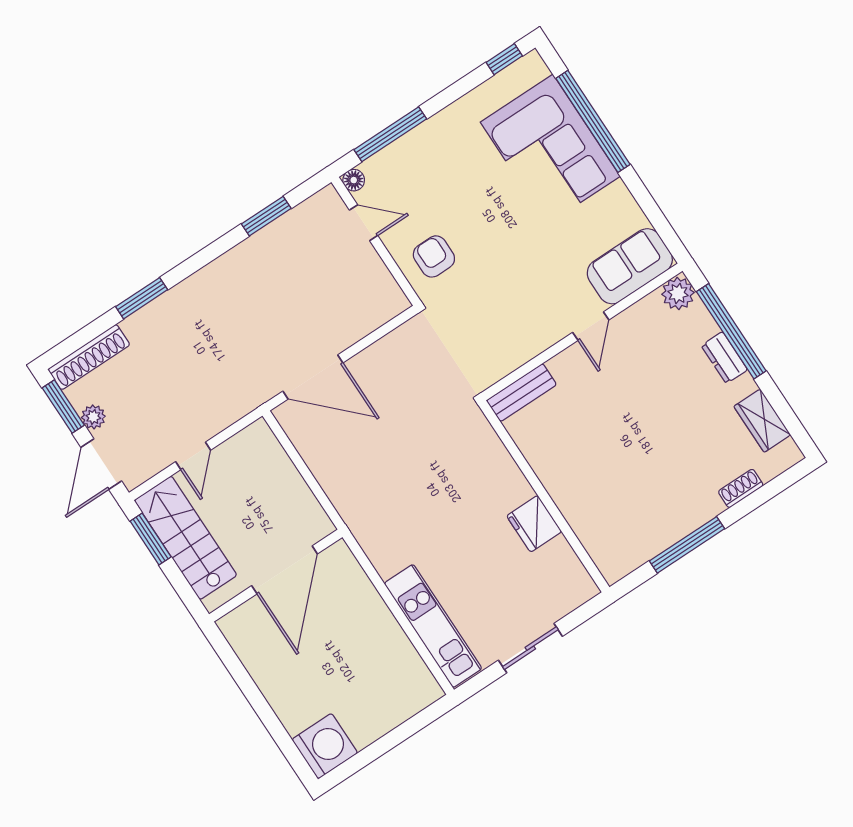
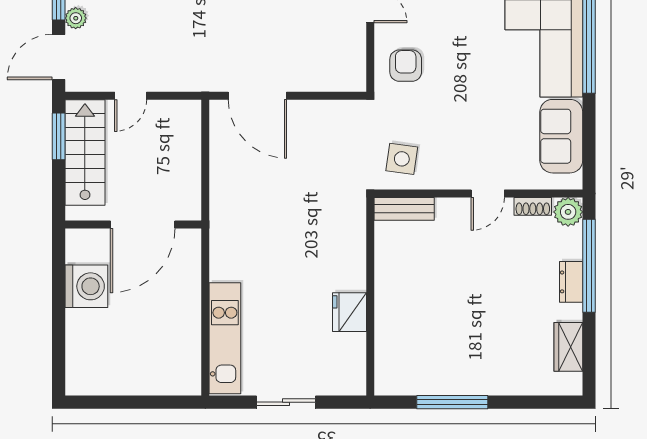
sofa: (630, 266) -> (561, 136), moved, turned -90
side table: (488, 347) -> (402, 159), added
shoe rack: (741, 488) -> (533, 206), moved, turned 180
washing machine: (325, 746) -> (86, 286), moved

